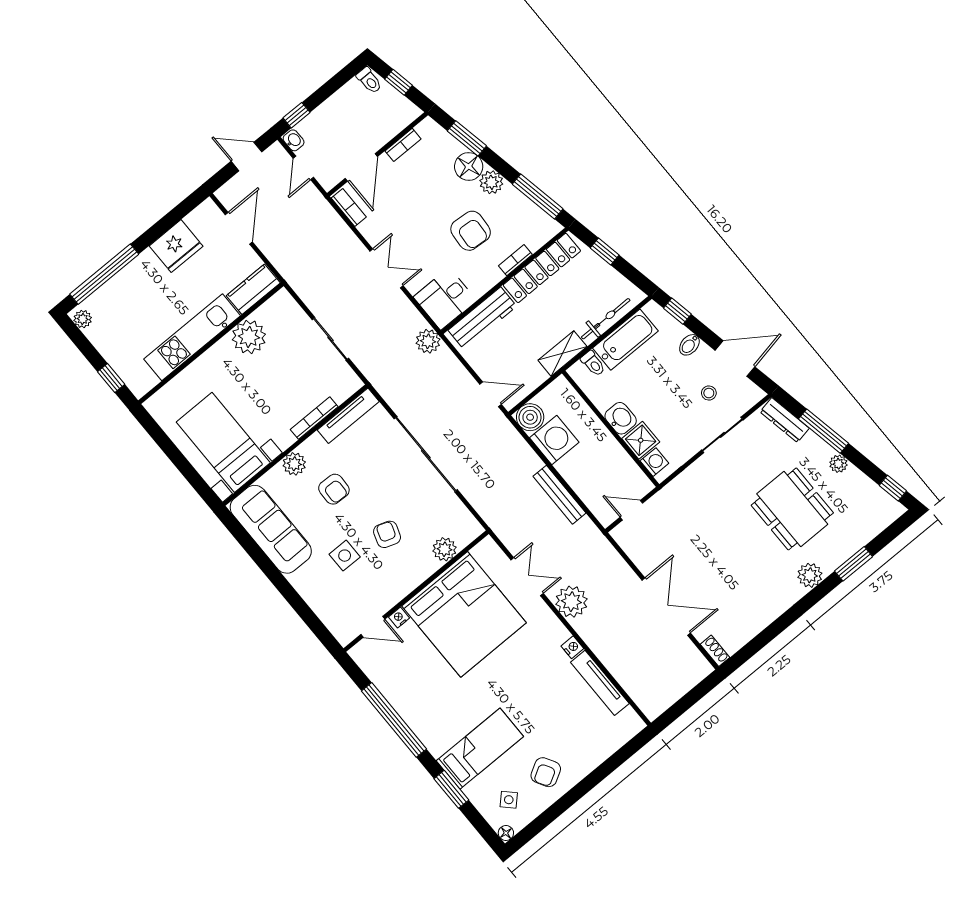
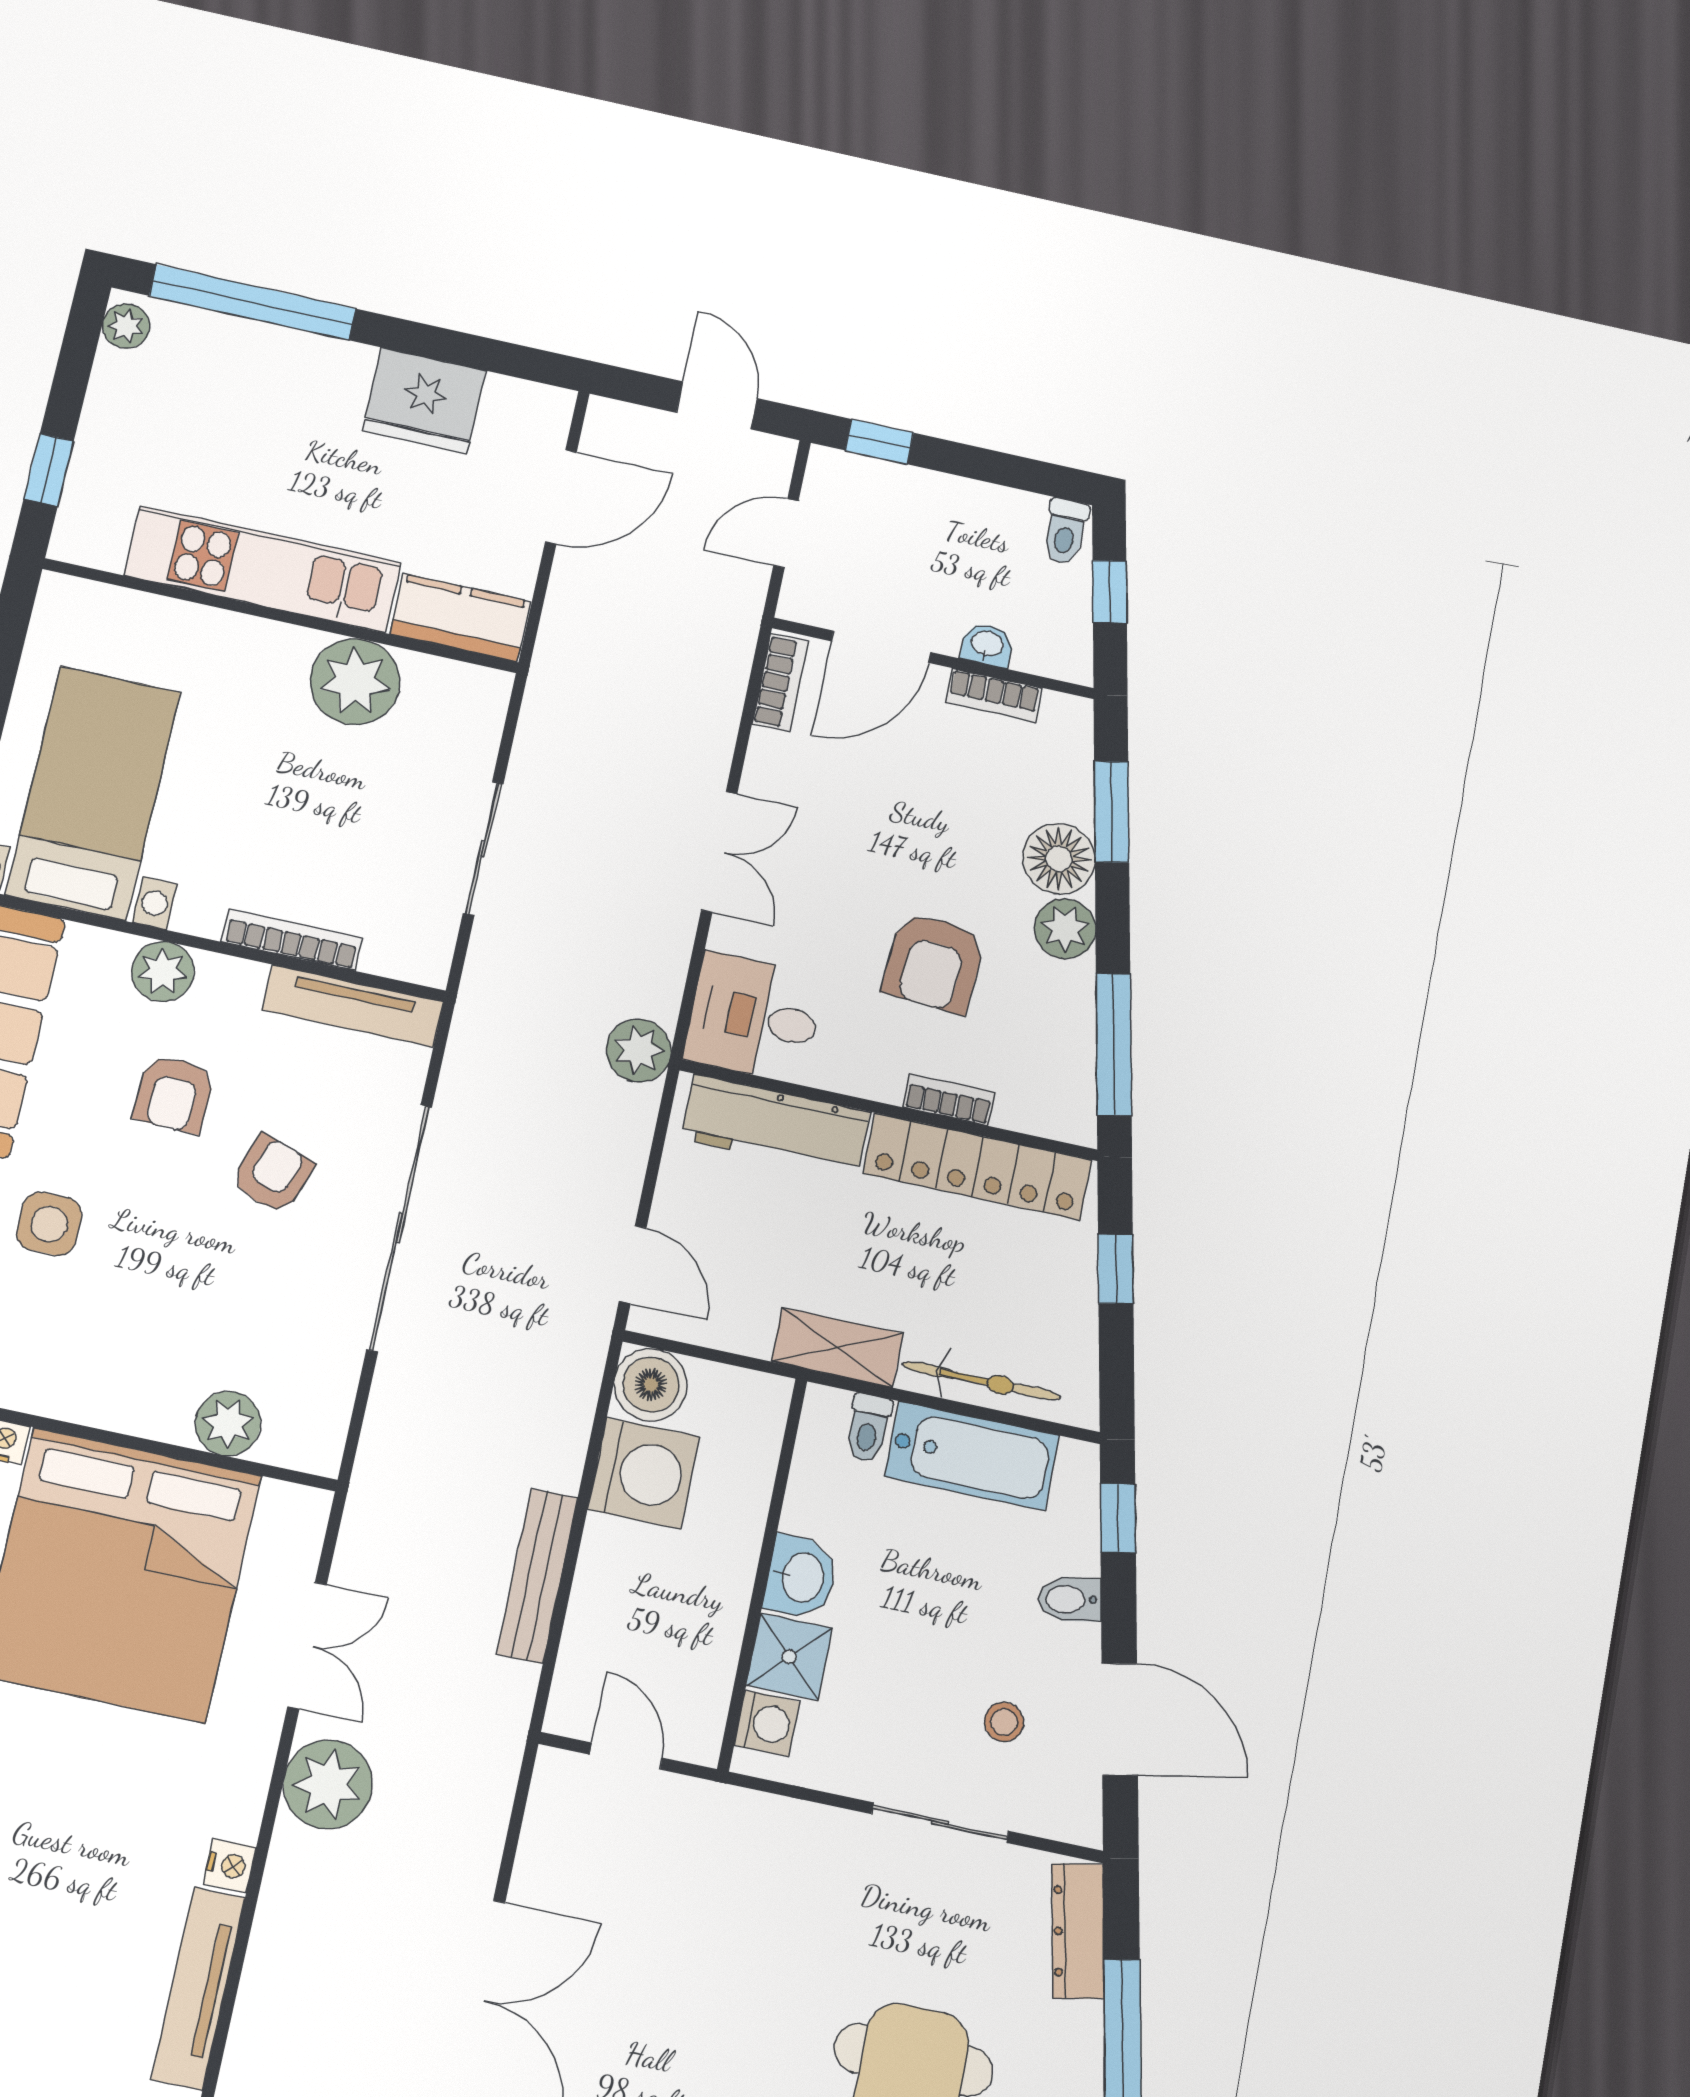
washbasin: (294, 140) -> (987, 645), moved, turned -90
armchair: (387, 534) -> (272, 1174), moved

